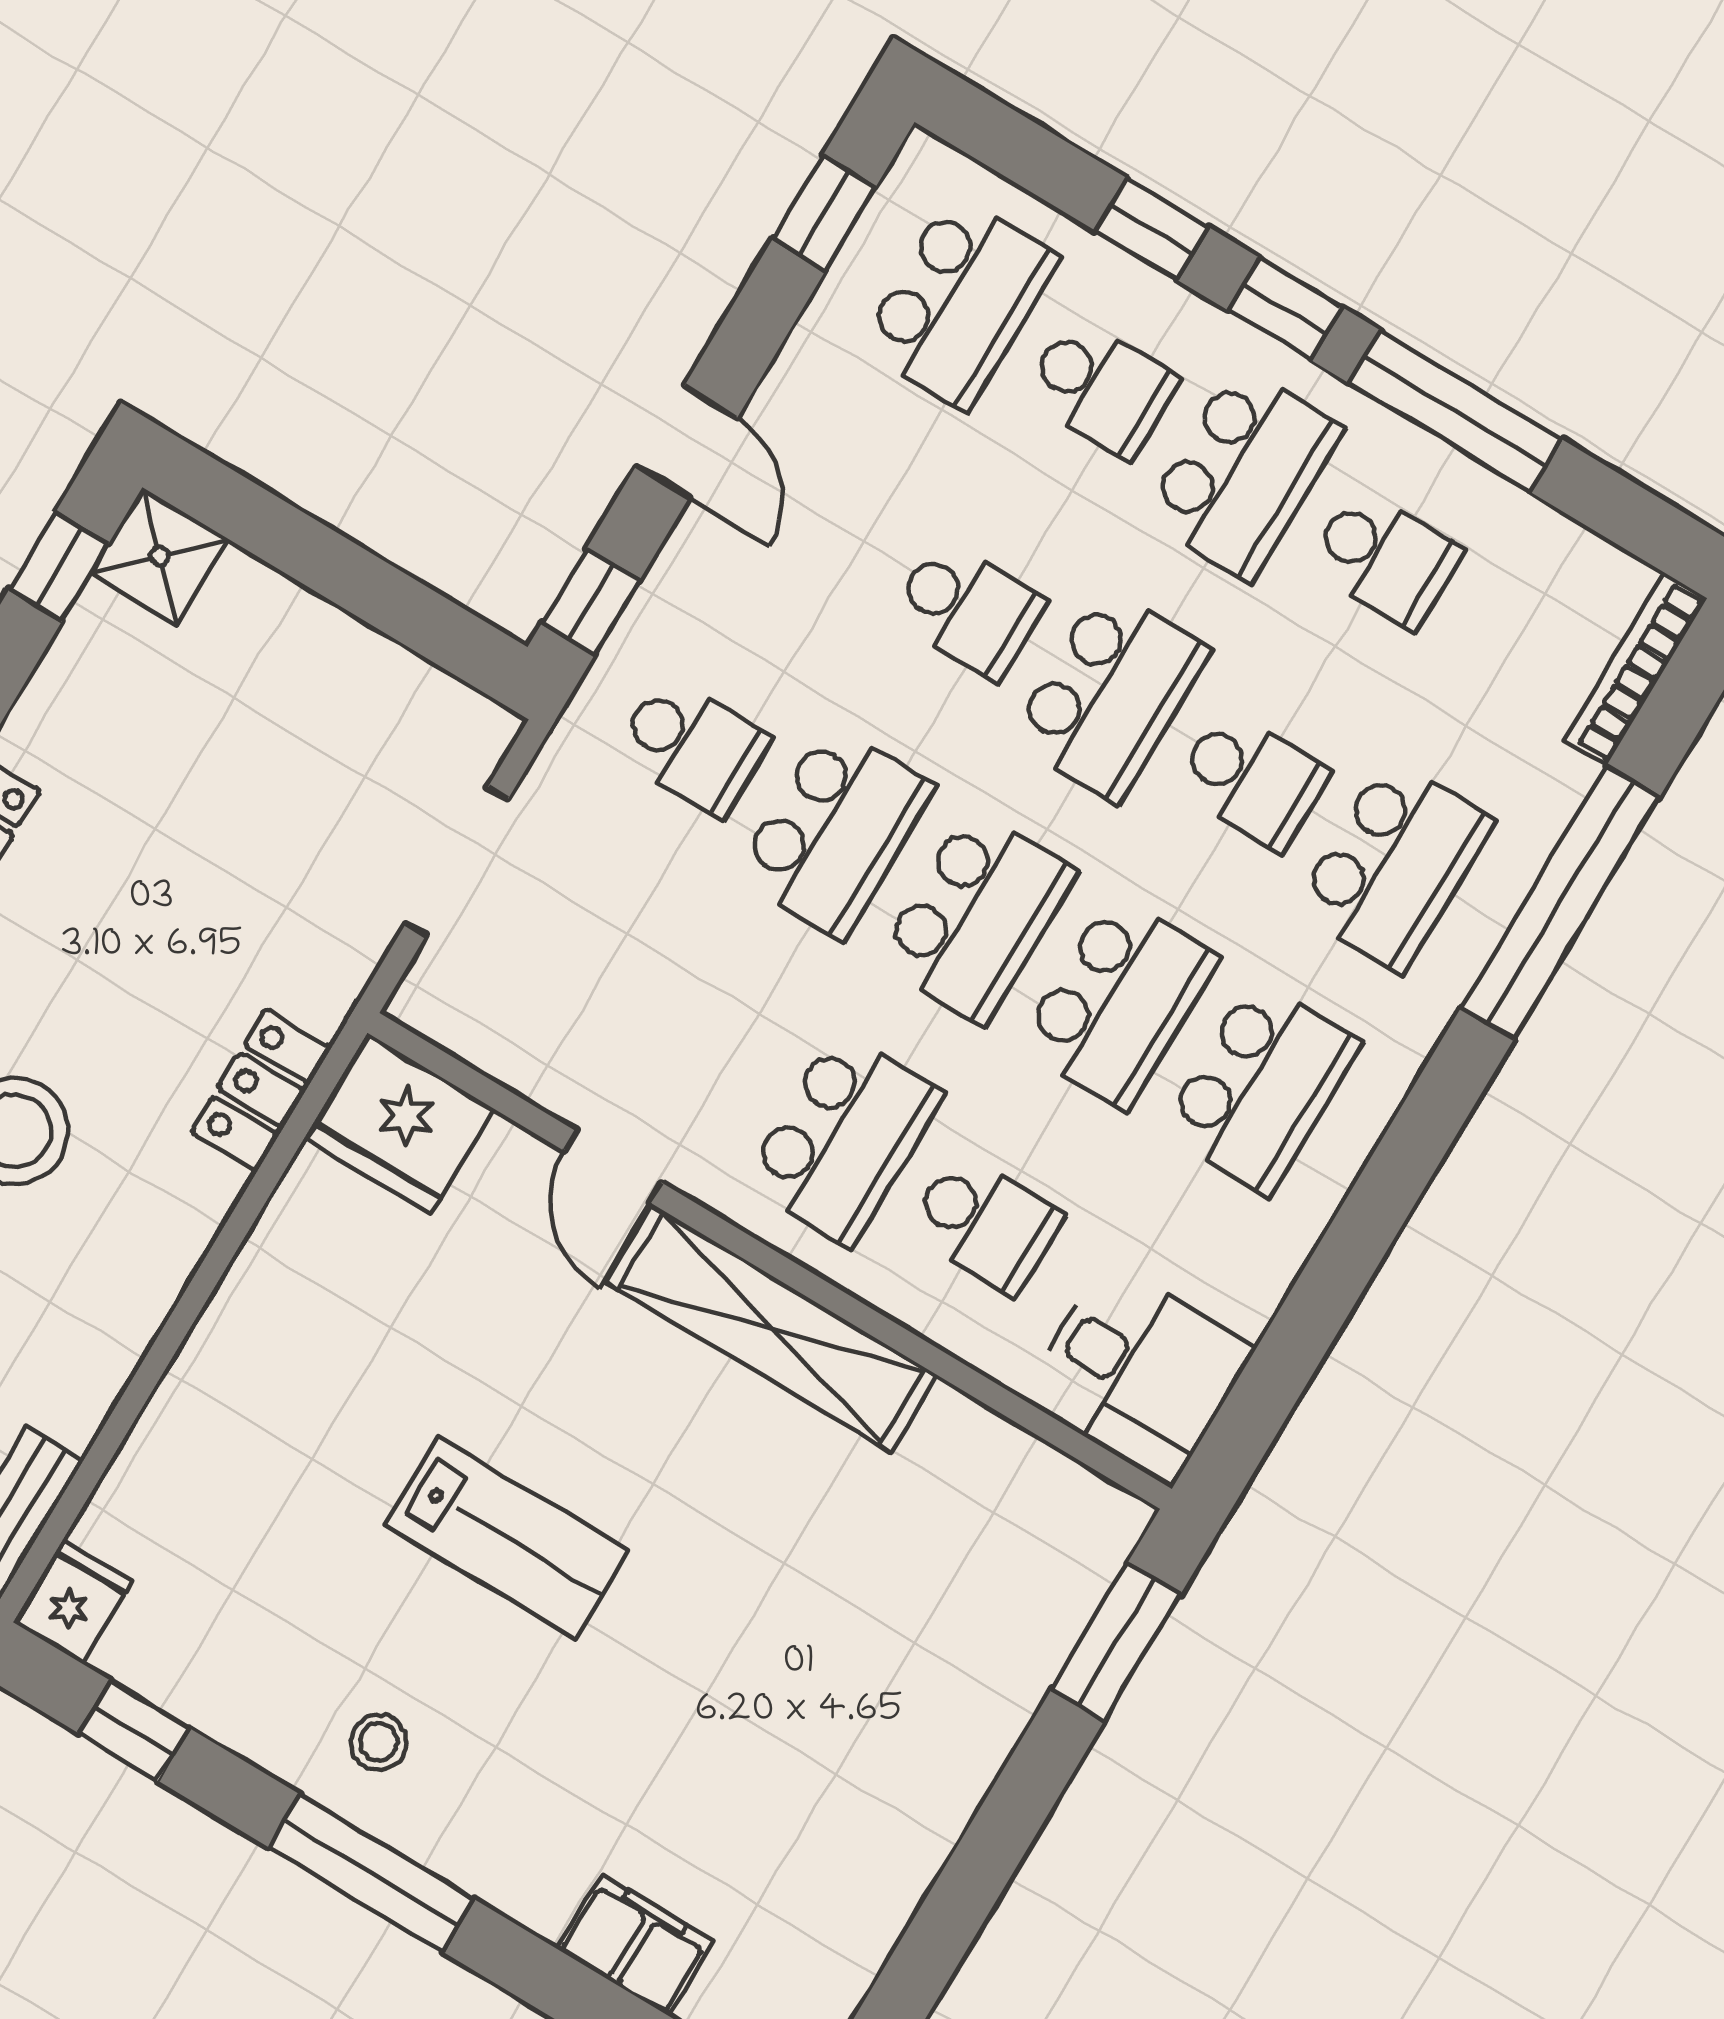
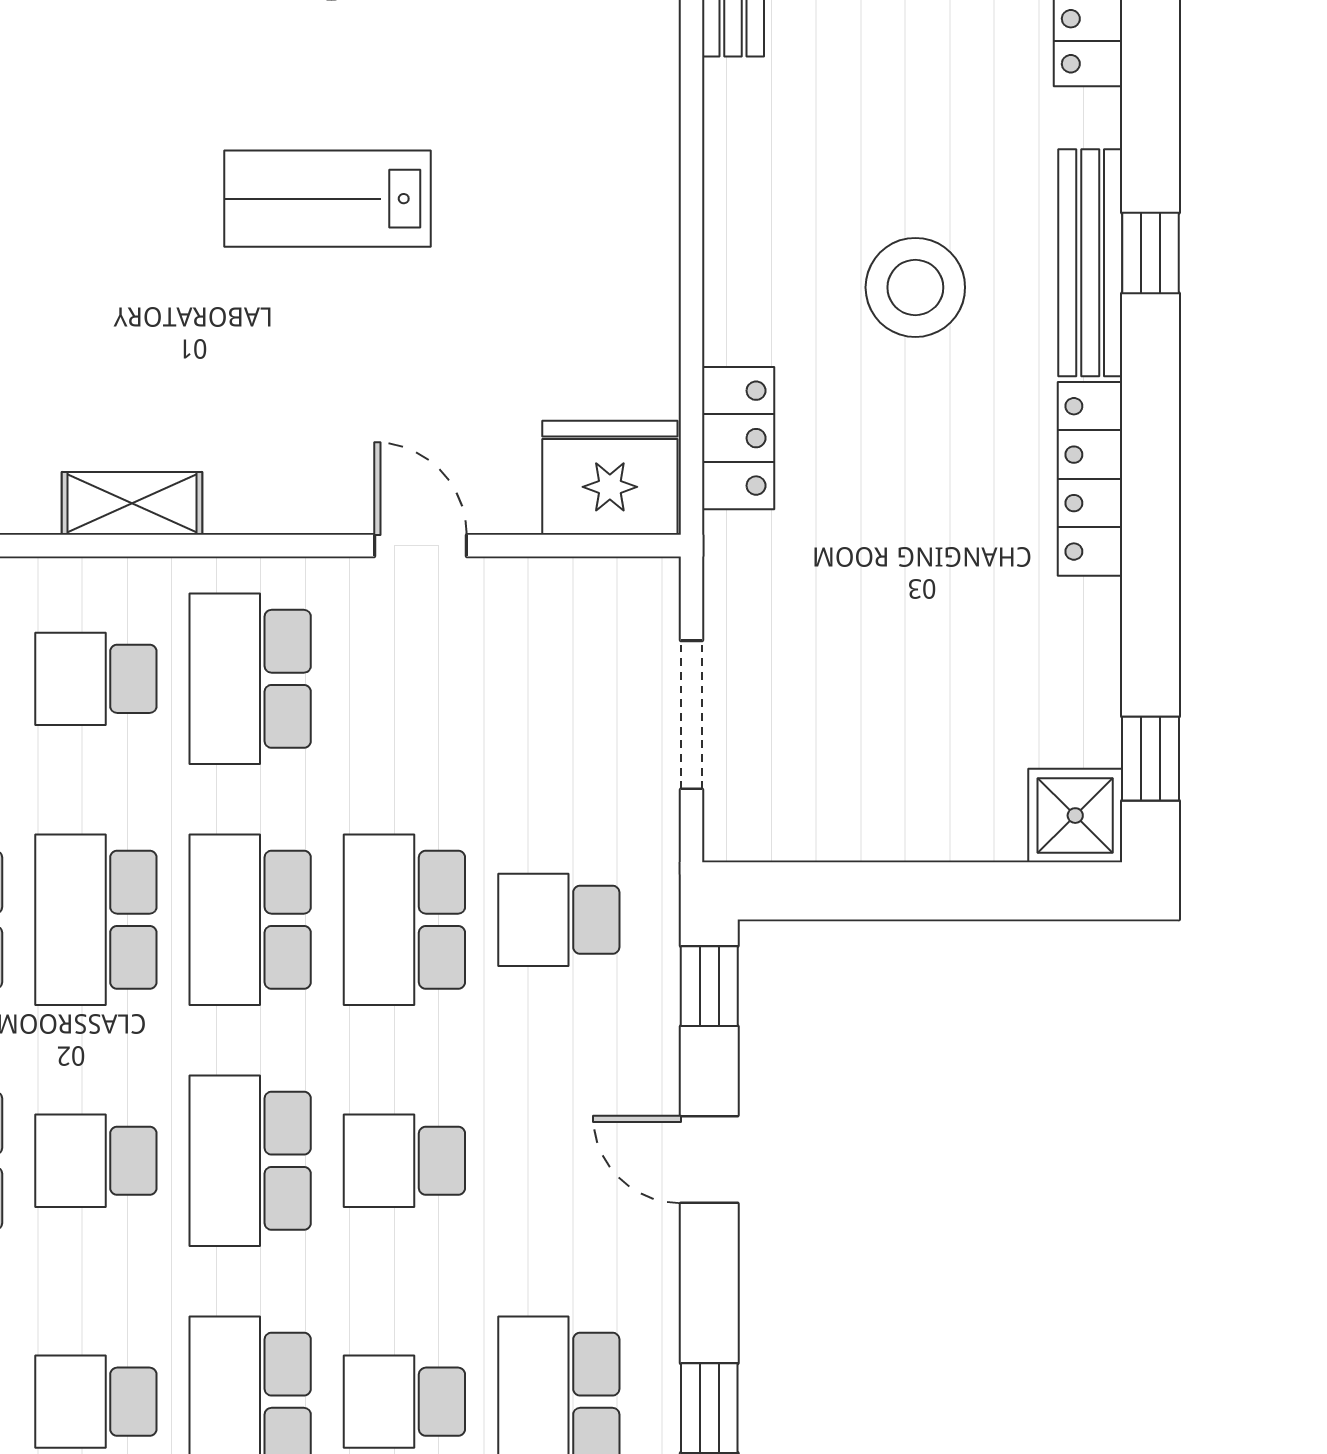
shelving: (772, 1328) -> (132, 503), width x0.45, depth x0.75

